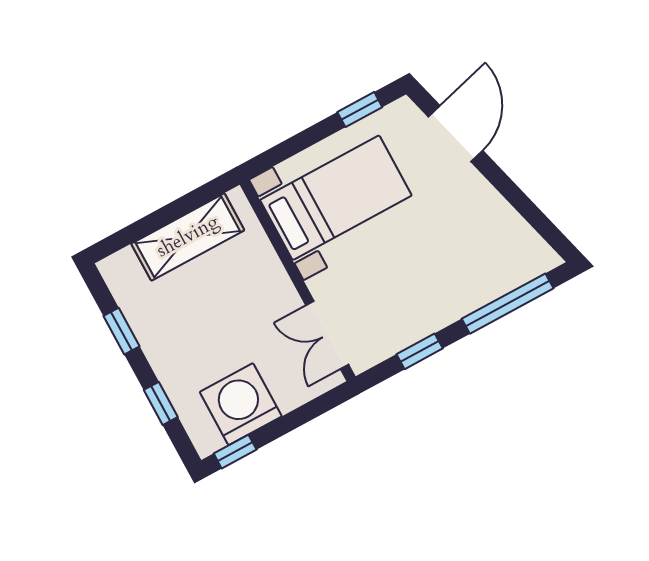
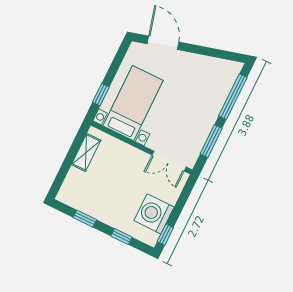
window: (360, 110) -> (101, 95), moved
shelving: (188, 237) -> (86, 152), width x0.67, depth x0.75
window: (420, 351) -> (211, 141), width x1.50

